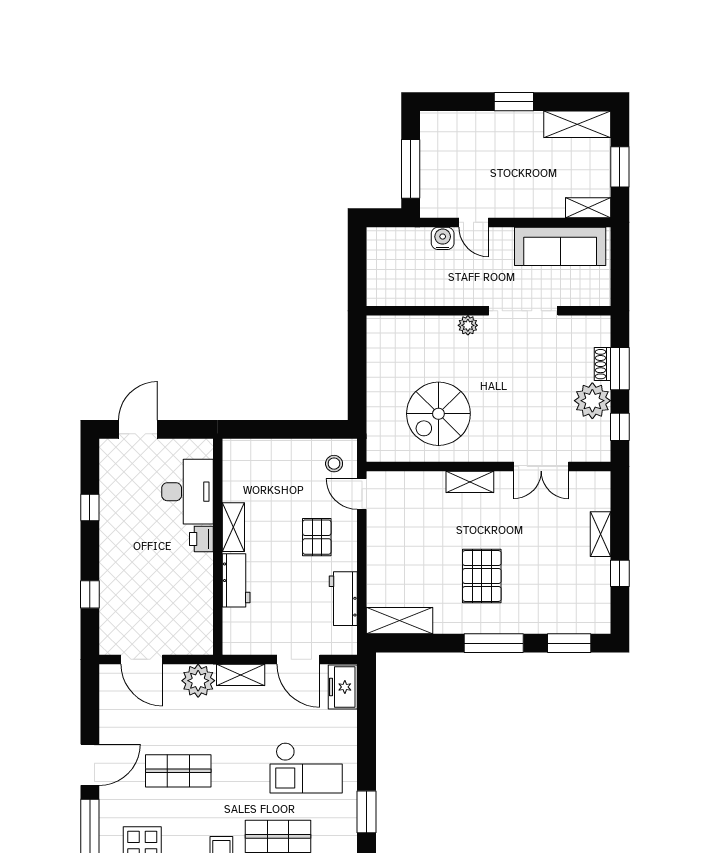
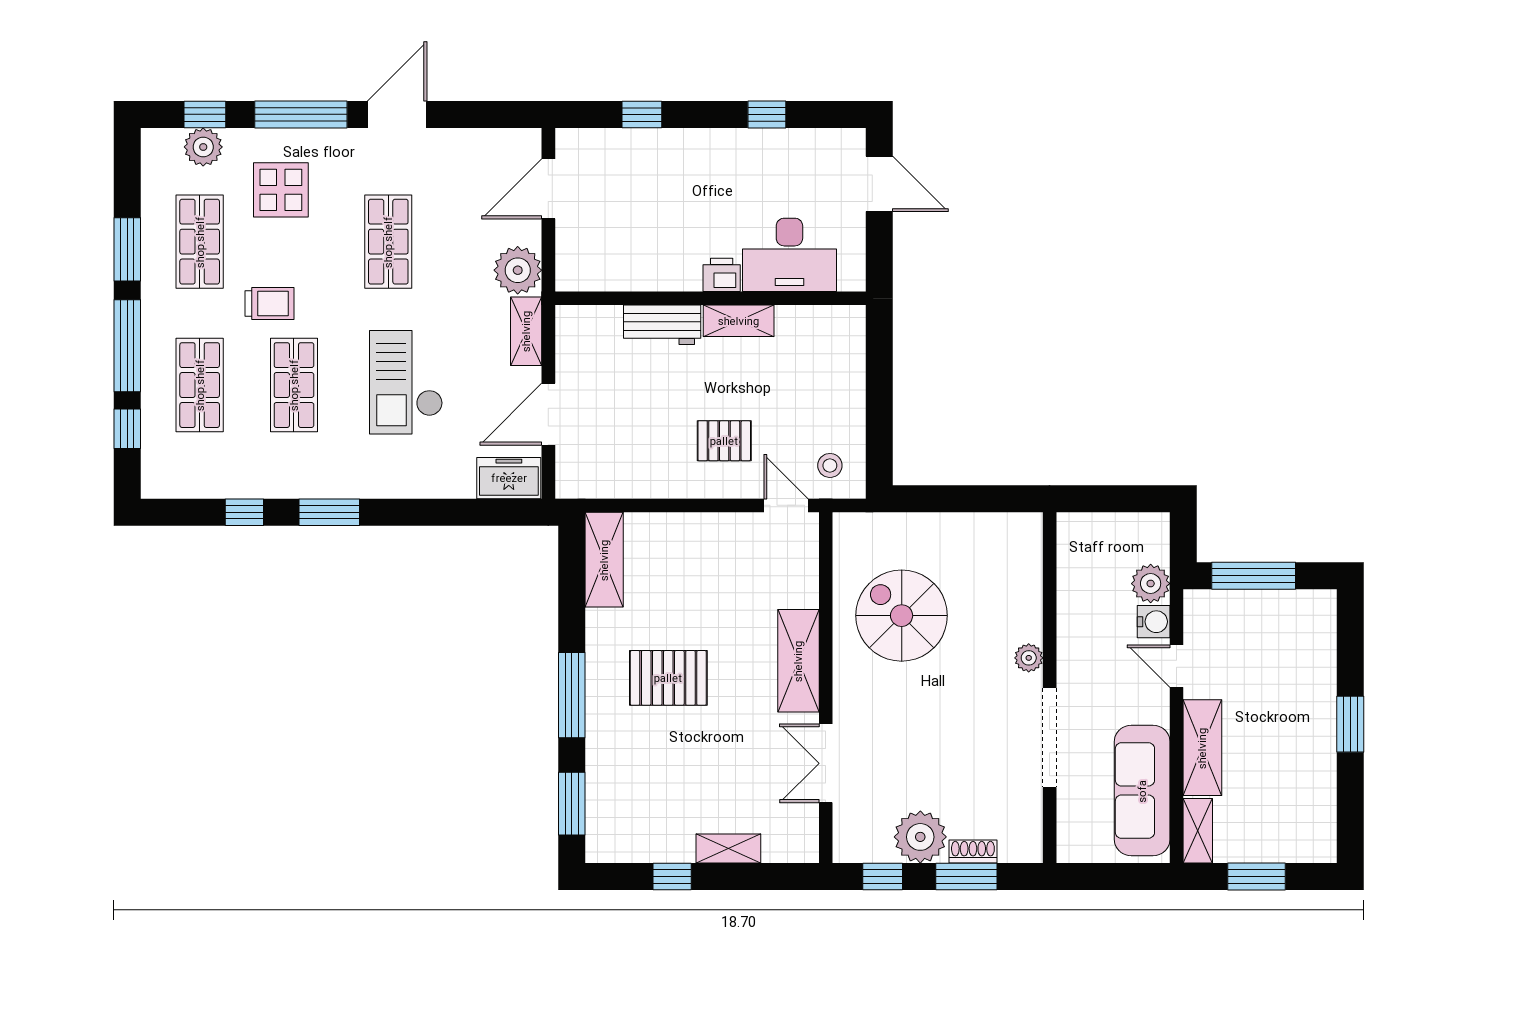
shelving: (577, 124) -> (1202, 748), moved
door: (474, 222) -> (1177, 666), hinge flipped
plant: (416, 241) -> (1151, 584), added
shelving: (470, 482) -> (798, 661), width x1.50, depth x1.33
door: (362, 494) -> (786, 505), hinge flipped
workbench: (343, 599) -> (636, 479), removed
door: (90, 765) -> (397, 114), swing flipped
checkout: (306, 768) -> (406, 382), moved

